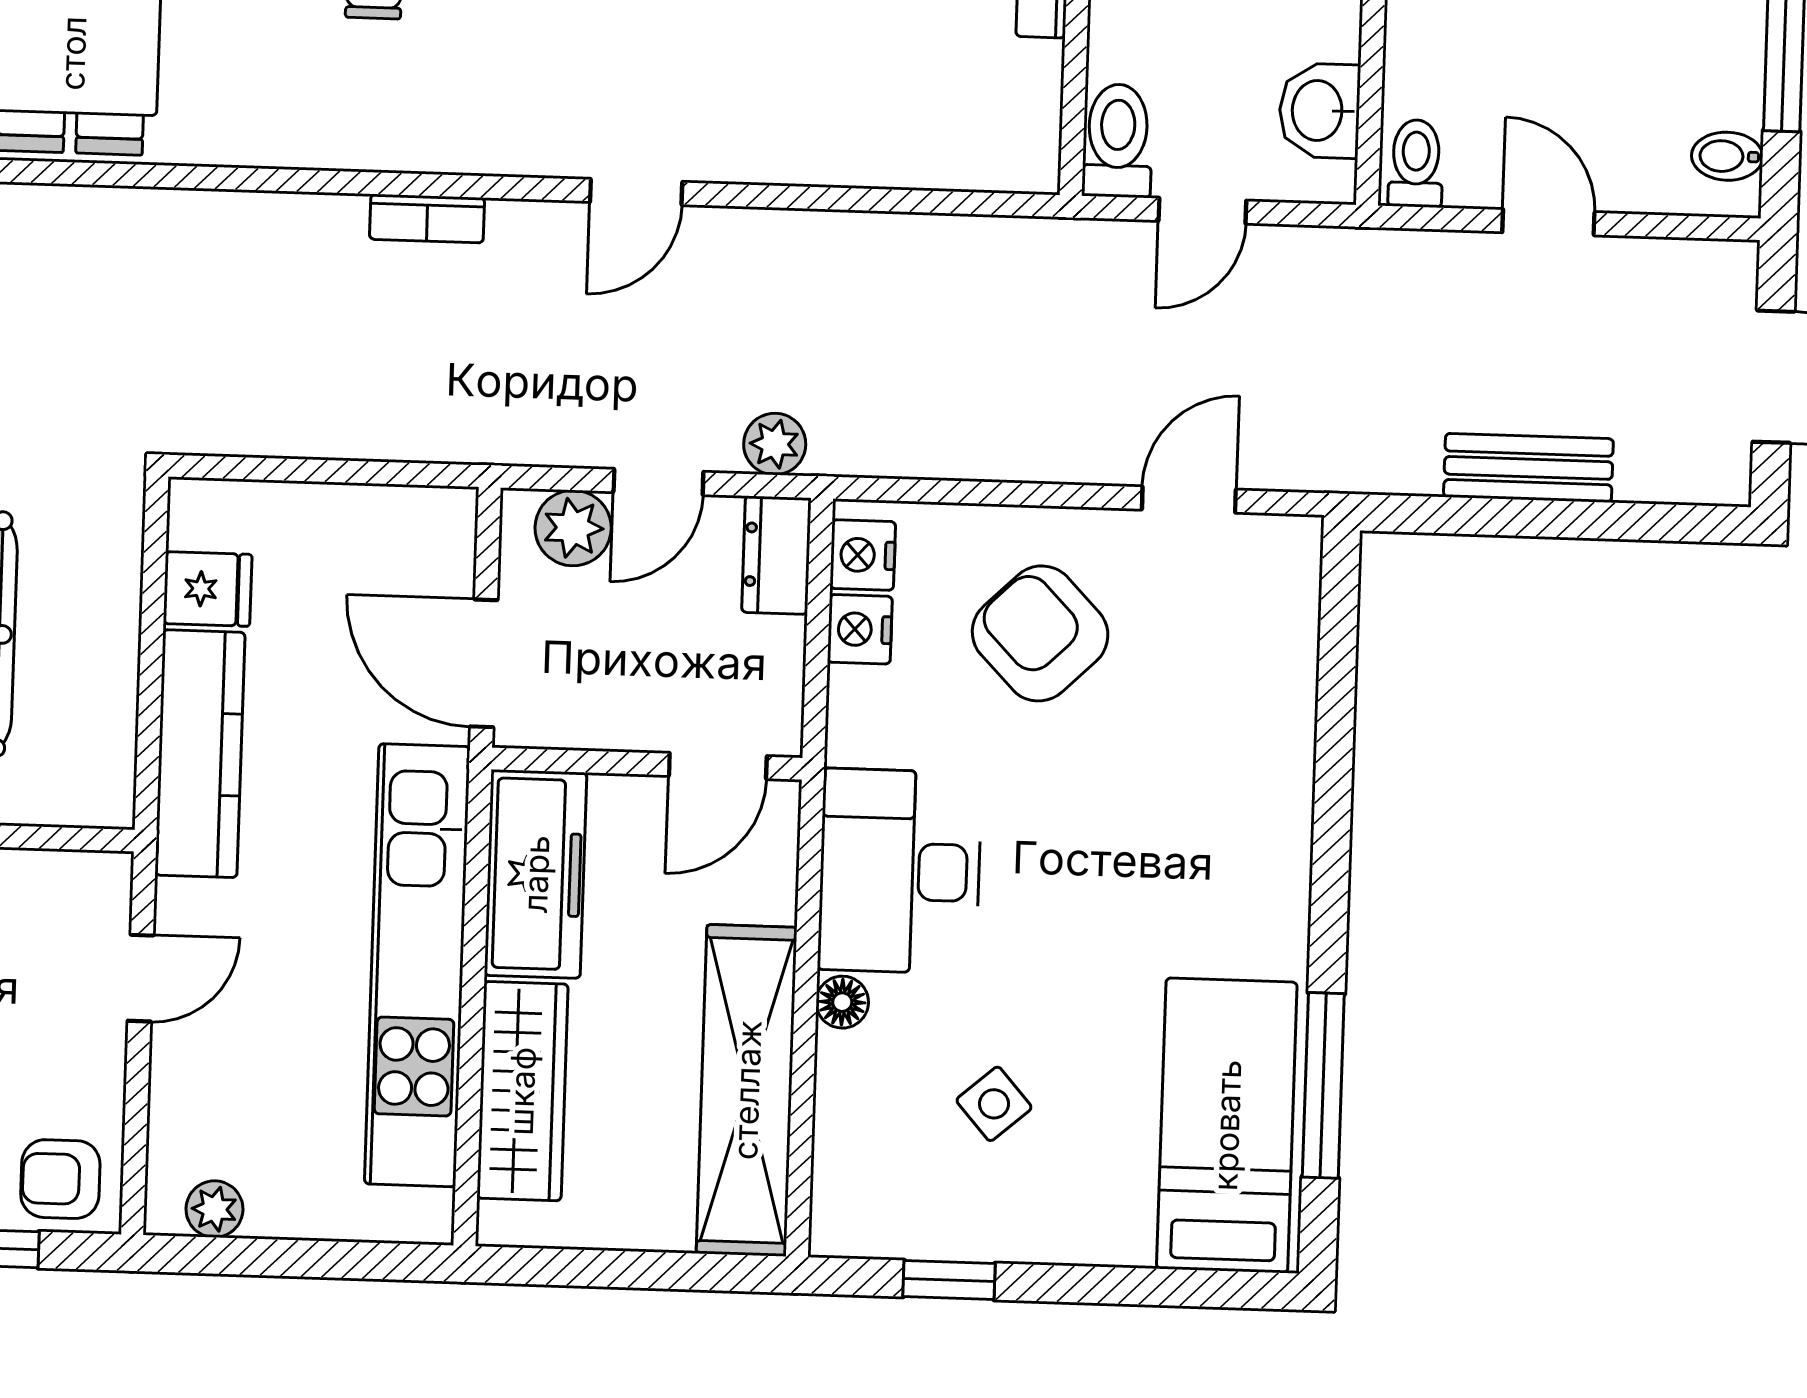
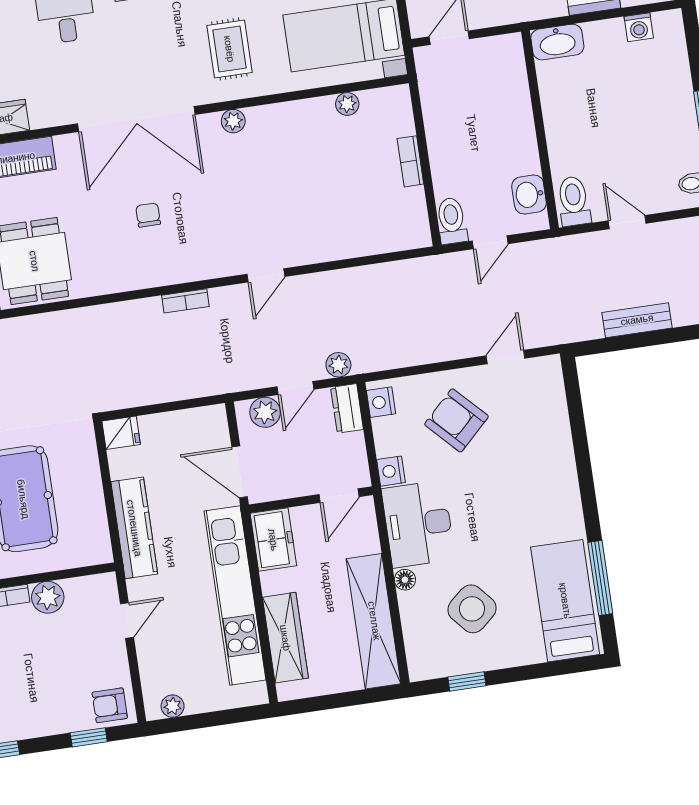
toilet: (1416, 163) -> (574, 201), width x1.37, depth x1.39
fridge: (208, 589) -> (121, 433), moved
nightstand: (860, 629) -> (391, 471), moved
freezer: (536, 874) -> (273, 540), width x0.71
side table: (994, 1104) -> (472, 609), width x1.87, depth x1.87

